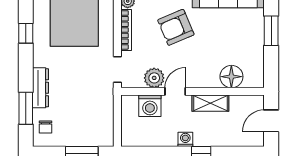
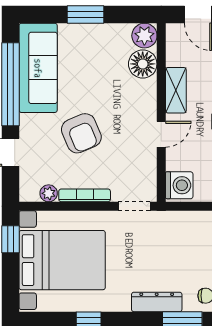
plant: (154, 78) -> (144, 36), moved
door: (175, 91) -> (161, 134), swing flipped
washing machine: (150, 106) -> (179, 185), moved

